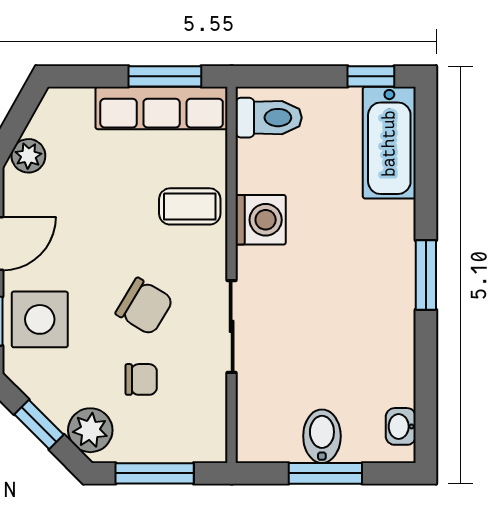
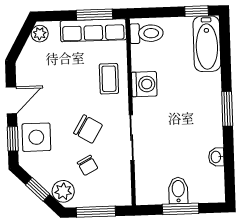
plant: (28, 156) -> (40, 34), moved
coffee table: (190, 206) -> (109, 79), turned 90
chair: (141, 379) -> (88, 165), turned 62
washbasin: (401, 426) -> (216, 157), moved

